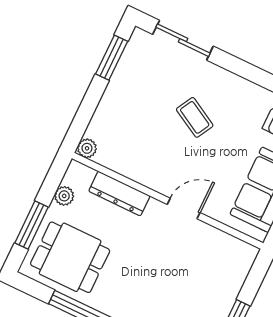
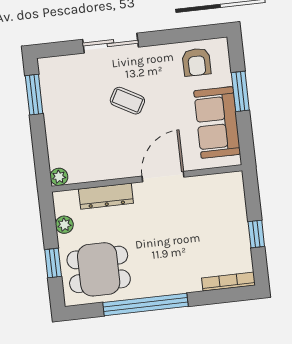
sliding door: (183, 40) -> (110, 43), moved
door: (184, 209) -> (163, 177), width x1.37
window: (31, 225) -> (53, 263), width x0.67

